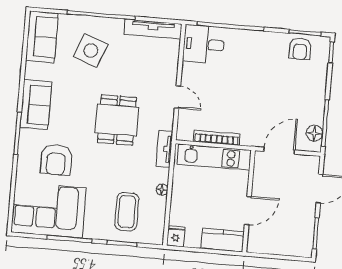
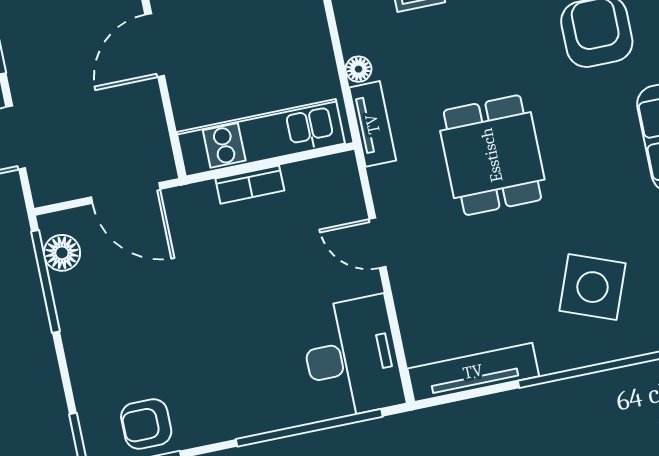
desk: (204, 44) -> (352, 357), width x1.37
armchair: (300, 49) -> (146, 424), turned -90
bookcase: (217, 138) -> (250, 185), width x0.64
door: (279, 151) -> (126, 193), hinge flipped
floor lamp: (162, 190) -> (359, 69), moved

